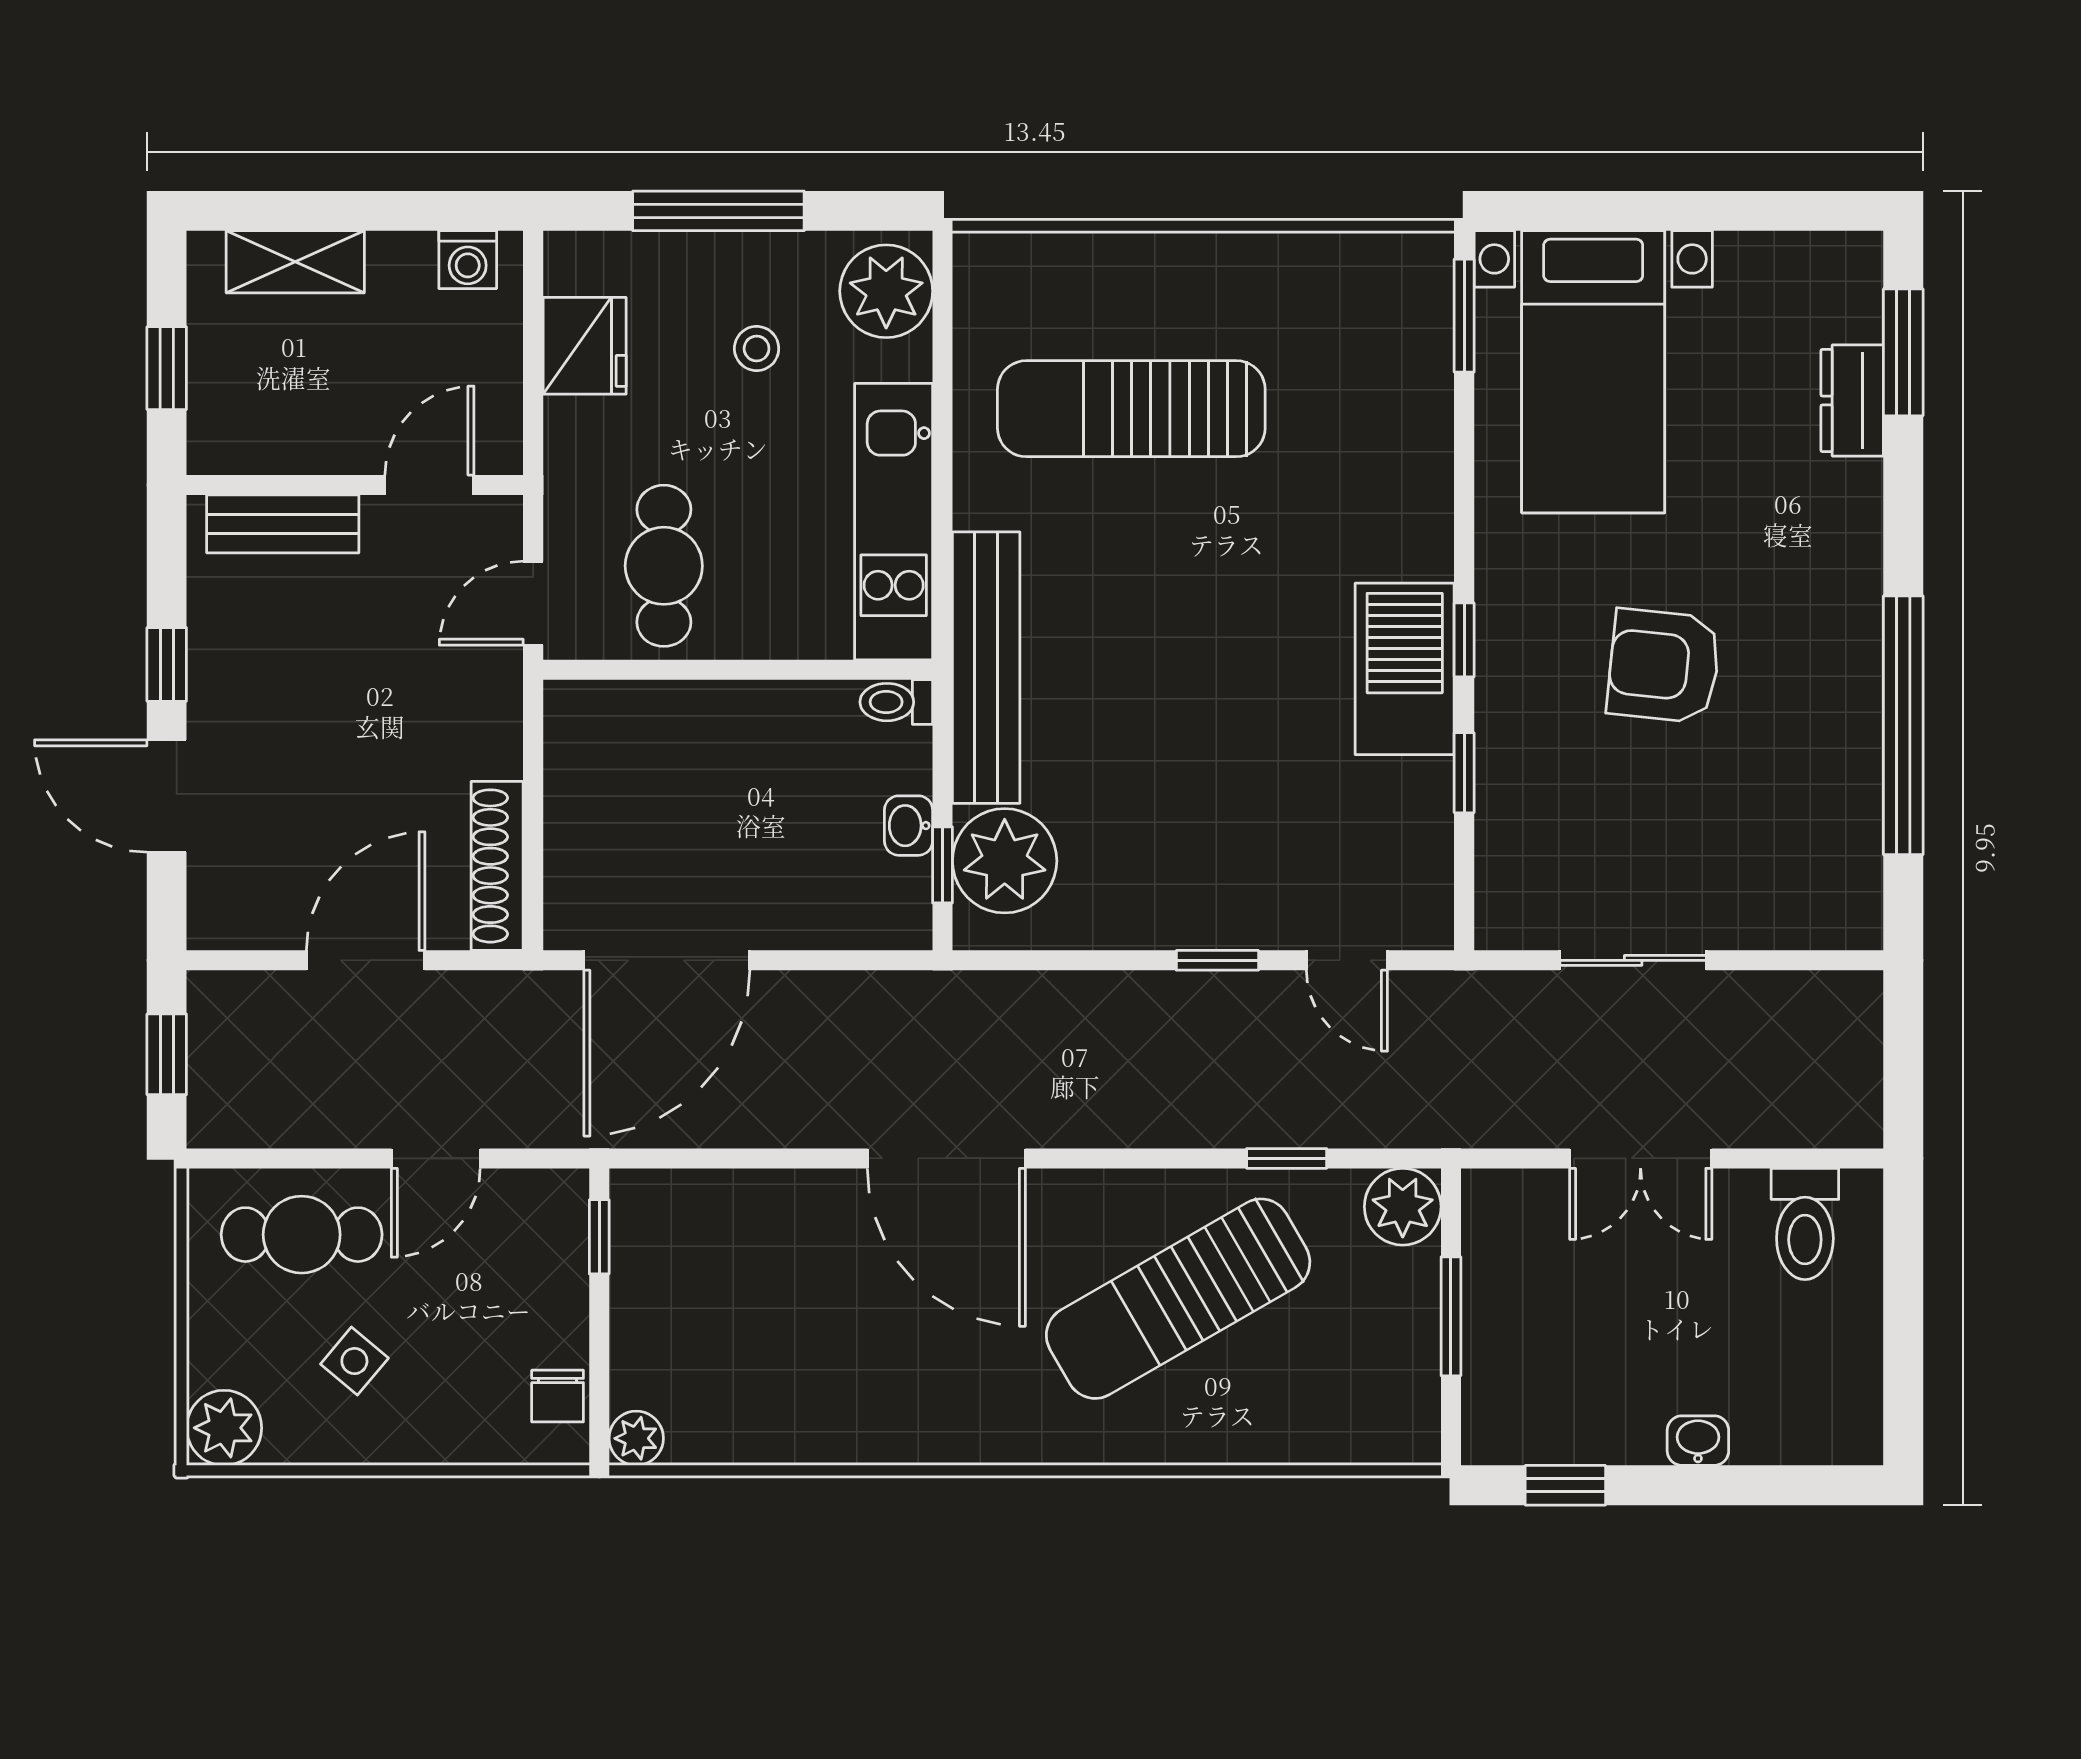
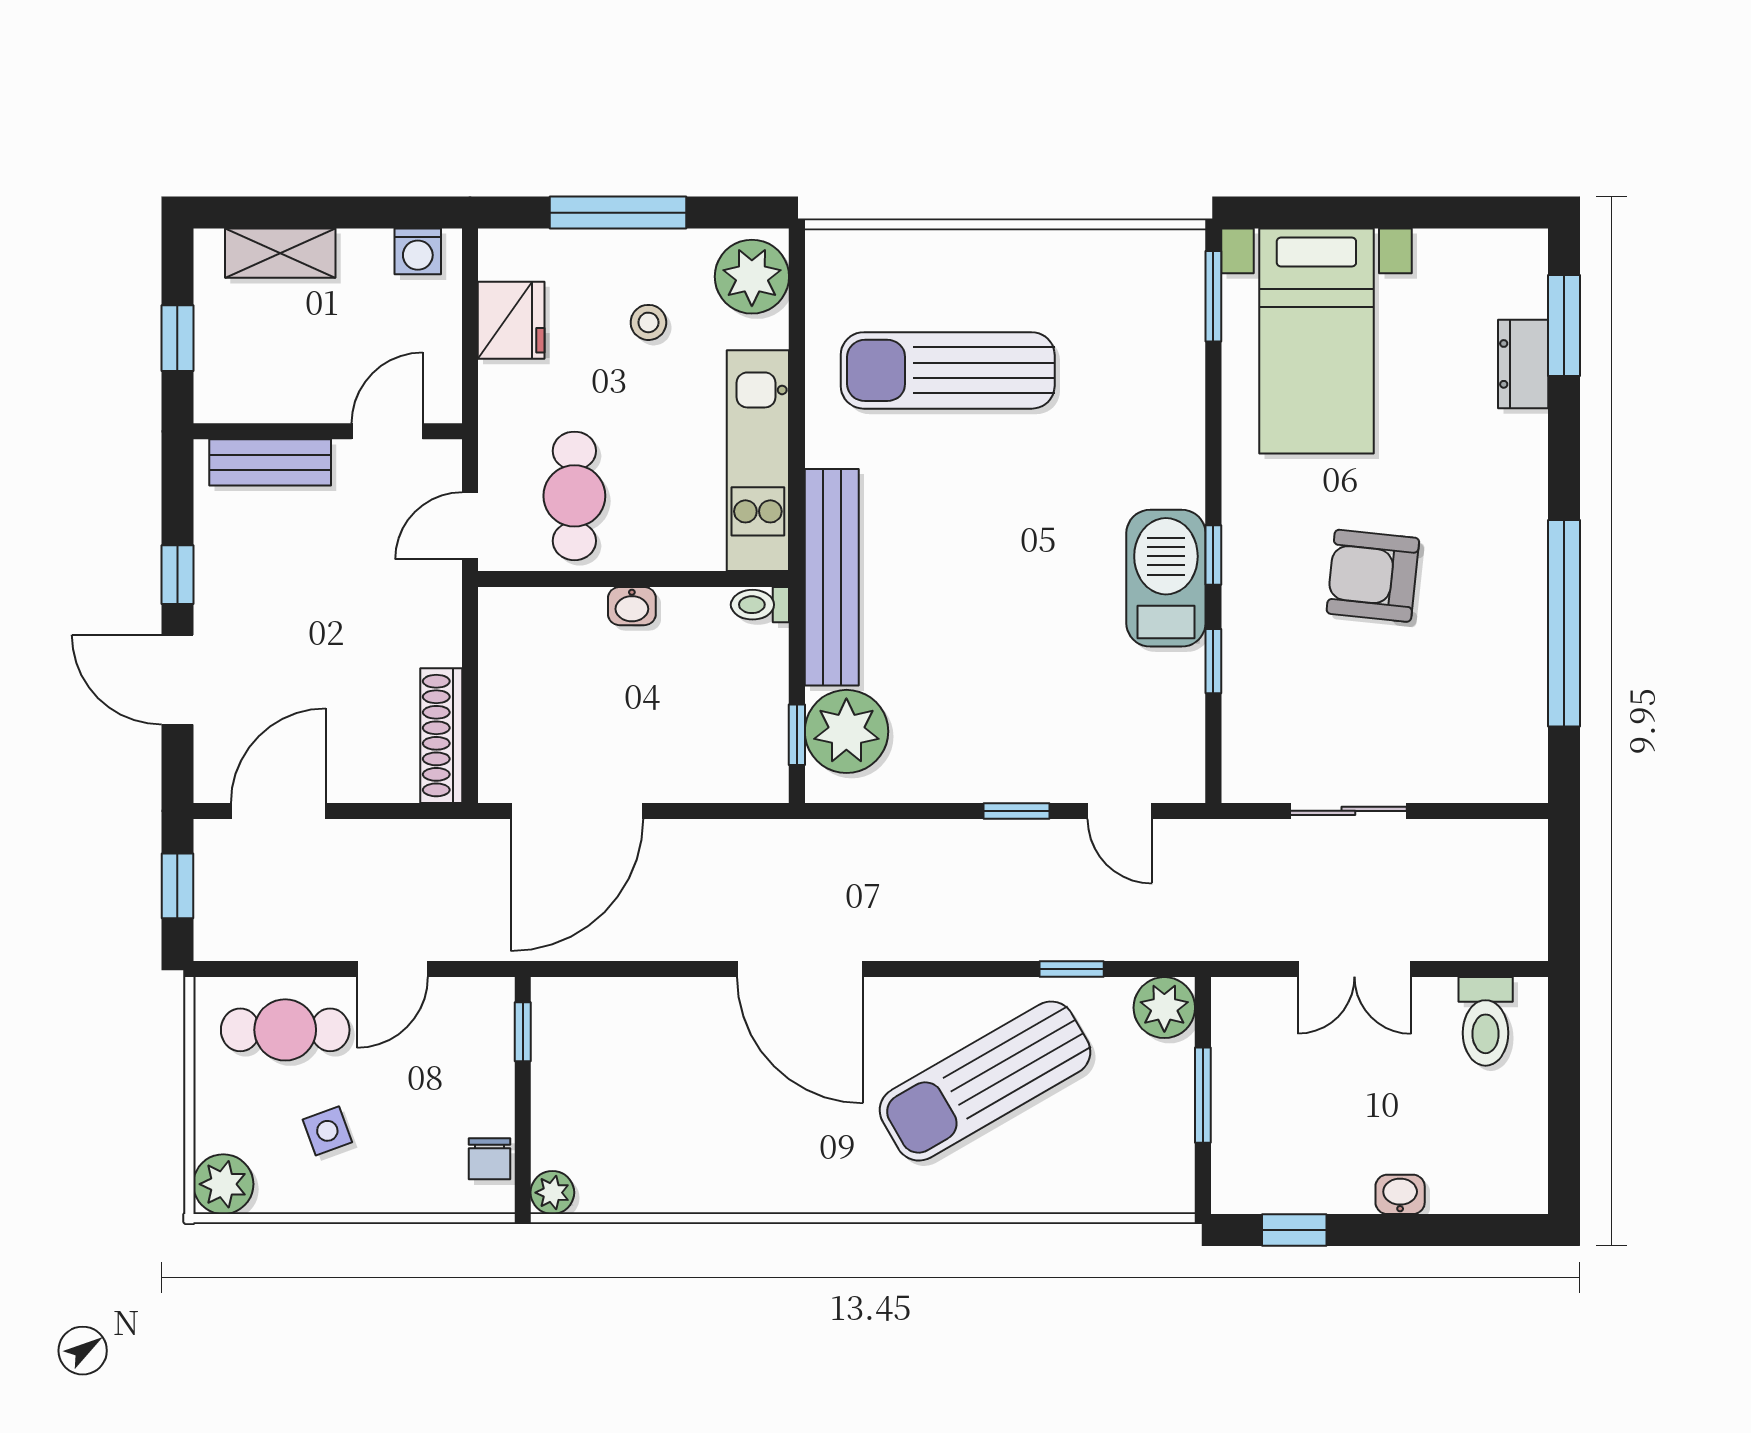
washbasin: (909, 826) -> (632, 606), moved, turned -90
door: (366, 960) -> (278, 811), moved
side table: (354, 1361) -> (327, 1131), turned 30

